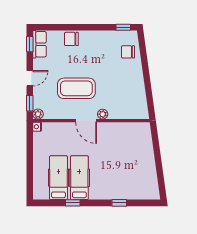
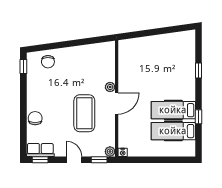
chair: (71, 39) -> (35, 118), turned 180

